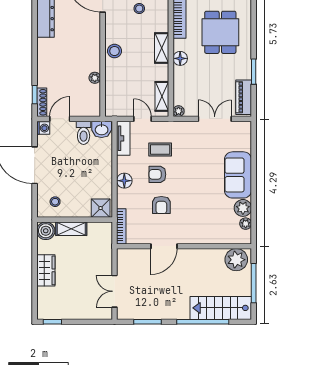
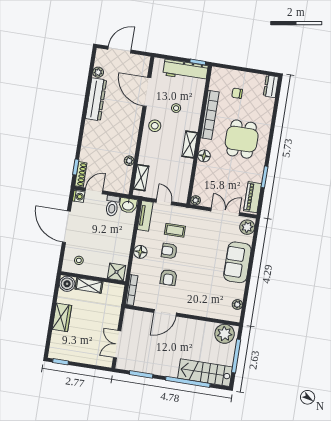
stool: (114, 51) -> (155, 126), moved
shelving: (162, 96) -> (141, 178), moved
plant: (243, 208) -> (247, 227), moved

